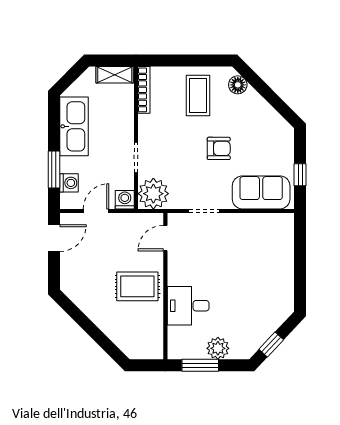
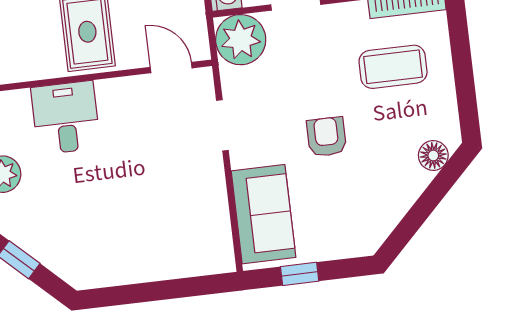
coffee table: (198, 95) -> (393, 67), moved
armchair: (219, 148) -> (327, 137), turned 180

